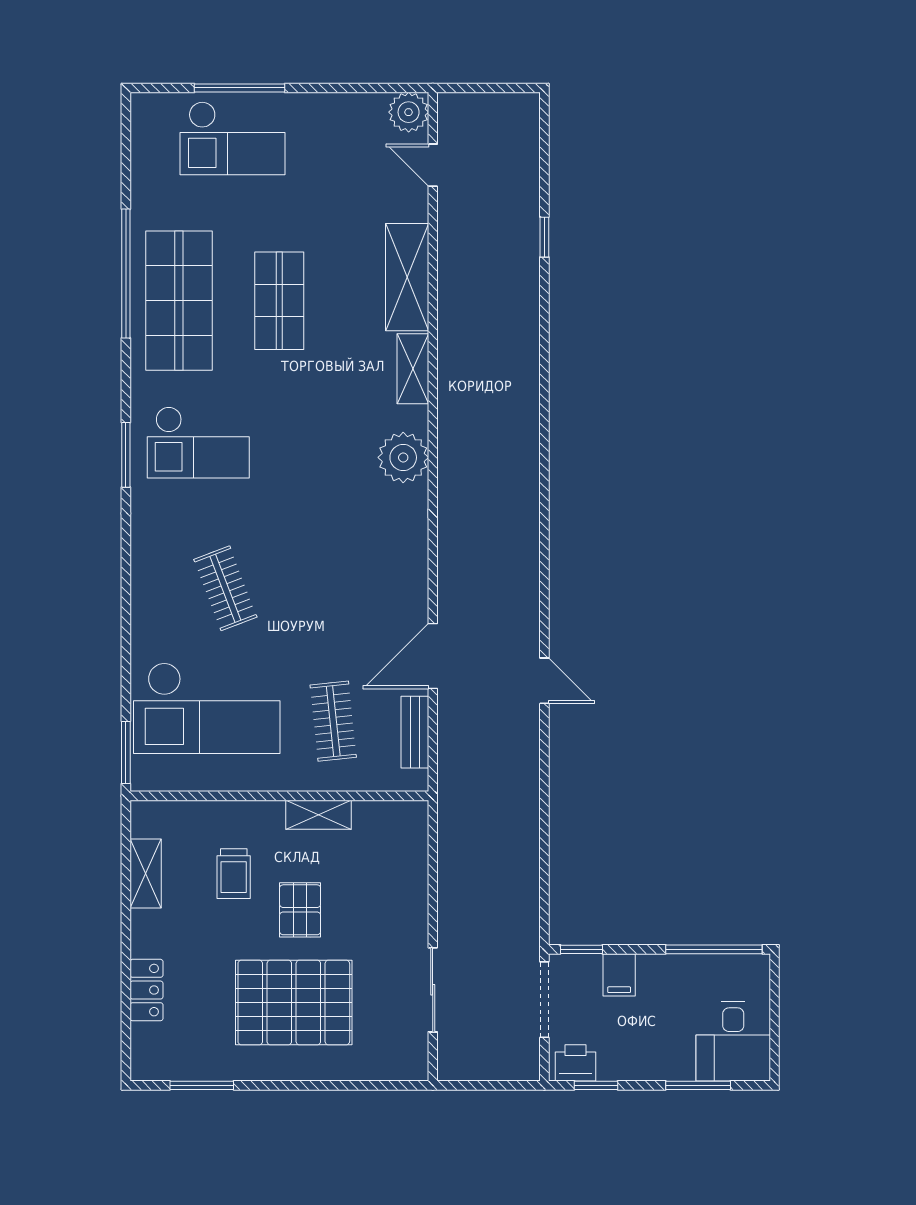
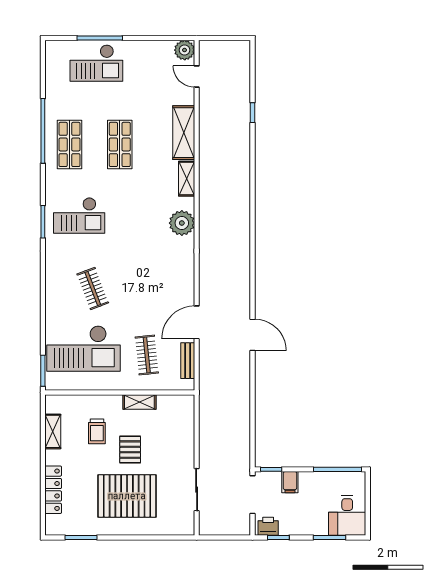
shop shelf: (179, 301) -> (70, 144), width x0.70, depth x0.74
door: (544, 681) -> (253, 335), width x1.38
locker: (146, 990) -> (53, 490), width x1.53

